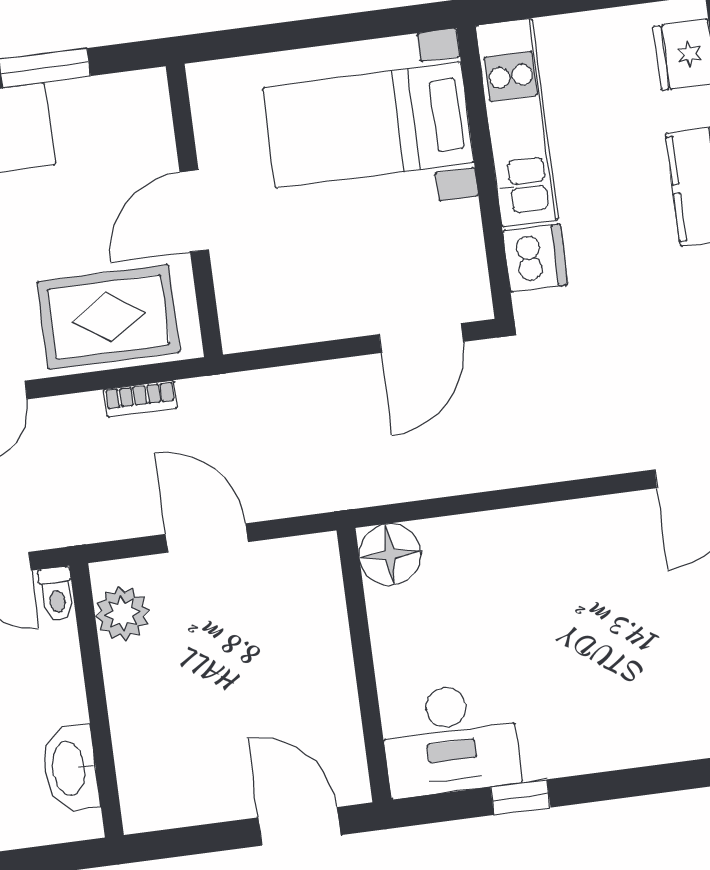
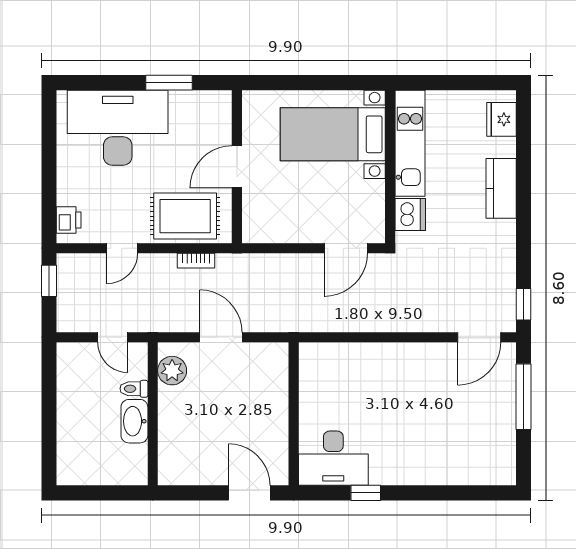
floor lamp: (390, 554) -> (315, 358), removed
toilet: (57, 594) -> (134, 389), moved, turned 90
washbasin: (70, 768) -> (134, 421), moved

